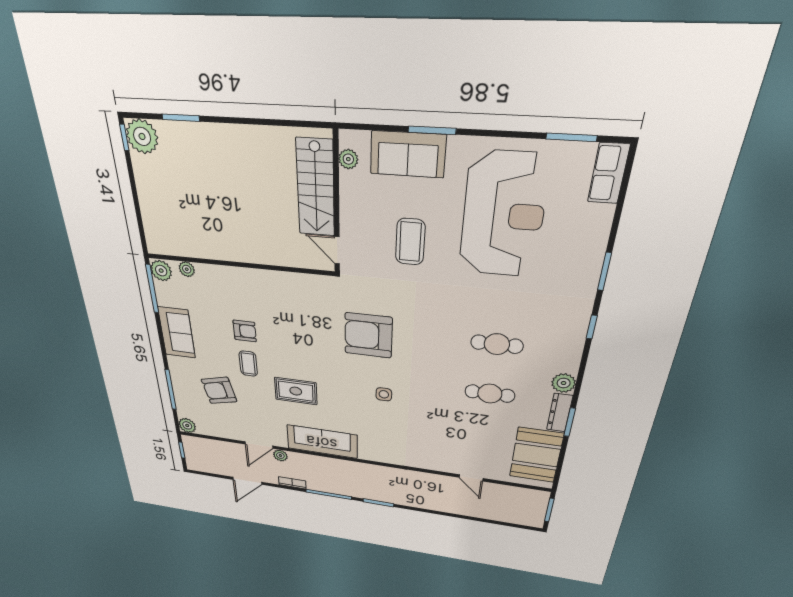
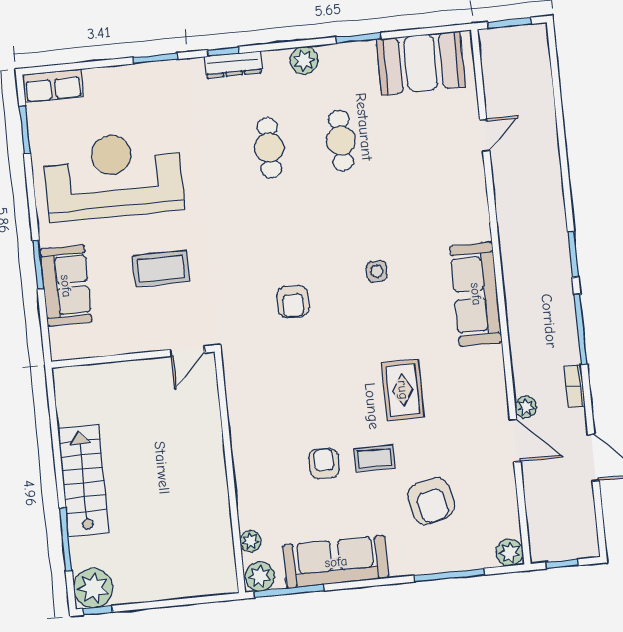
window: (181, 118) -> (66, 539), width x1.44
plant: (348, 159) -> (81, 348), removed
stairs: (316, 188) -> (83, 481), moved, turned -90
sofa: (177, 333) -> (336, 562), width x1.36
armchair: (368, 335) -> (293, 302), width x0.53, depth x0.53
dresser: (560, 413) -> (233, 65), moved
sofa: (322, 442) -> (476, 294), moved

